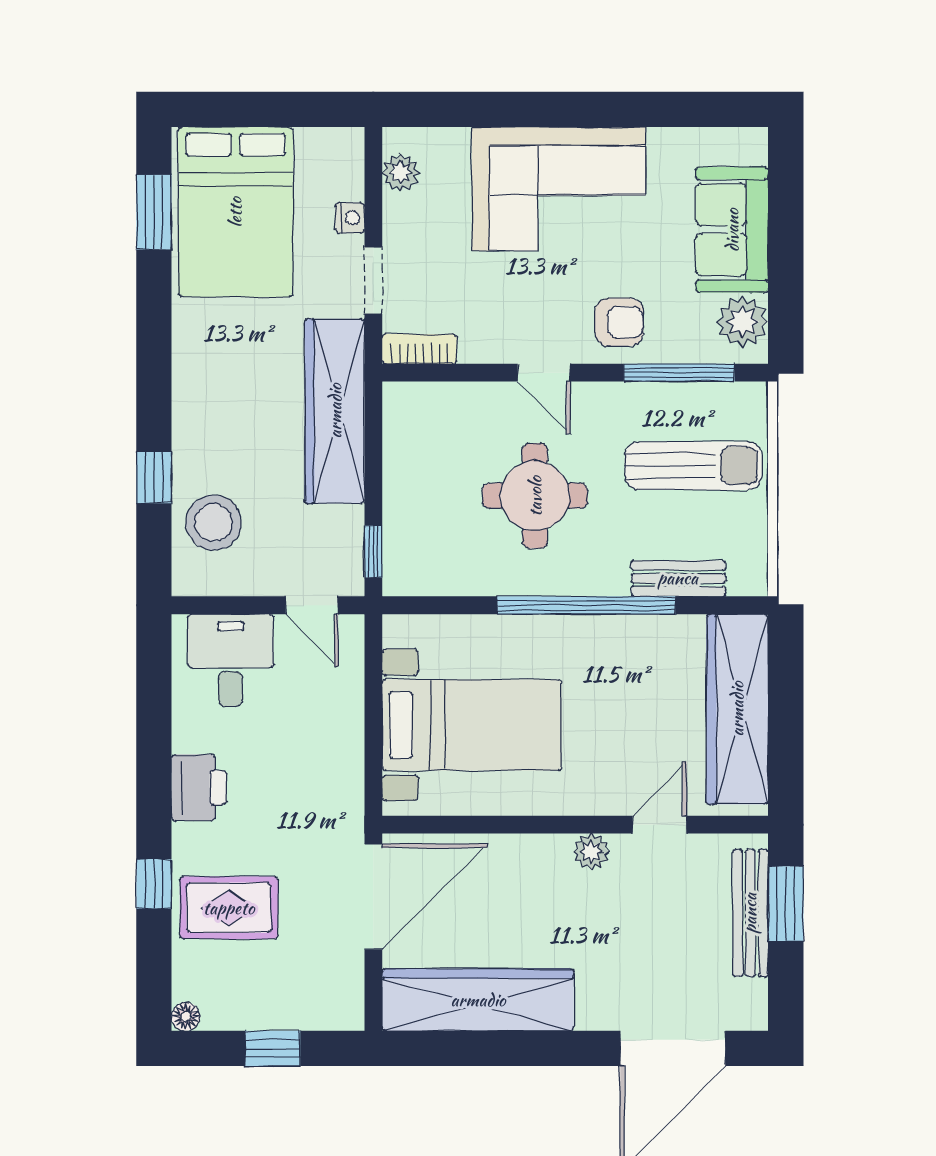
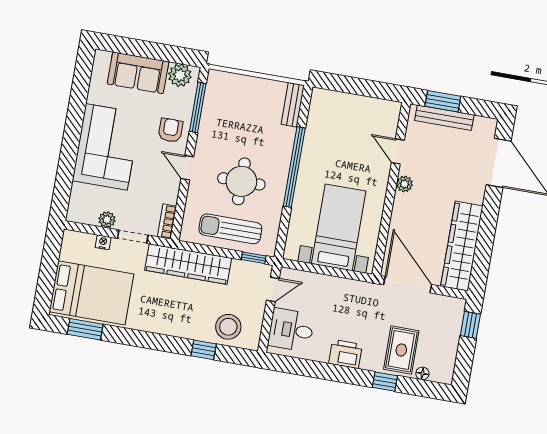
plant: (401, 173) -> (107, 220), moved
door: (544, 373) -> (187, 168), swing flipped
sun lounger: (693, 466) -> (230, 229), moved, turned -90
bench: (678, 578) -> (293, 105), moved
wardrobe: (737, 709) -> (352, 108), removed
floor lamp: (186, 1017) -> (422, 373), moved
window: (273, 1048) -> (470, 325), moved

